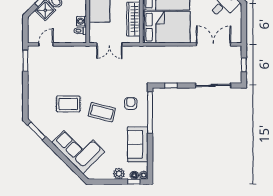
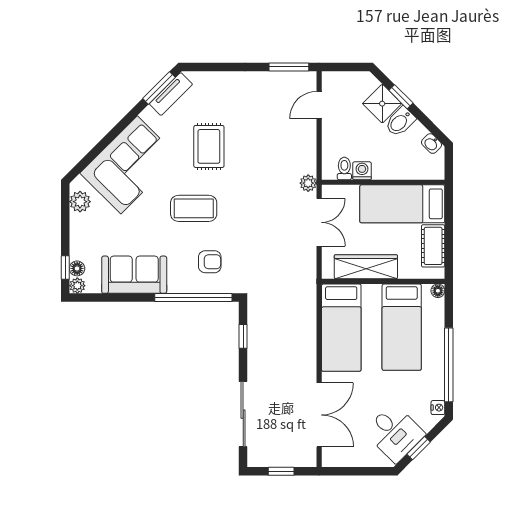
bed: (166, 27) -> (341, 328), width x0.67
door: (46, 44) -> (319, 105), swing flipped
double door: (109, 44) -> (319, 222), swing flipped
plant: (88, 50) -> (308, 183), added
coffee table: (102, 112) -> (194, 208), turned 76
tv unit: (40, 125) -> (171, 94), added
plant: (119, 174) -> (80, 202), moved

